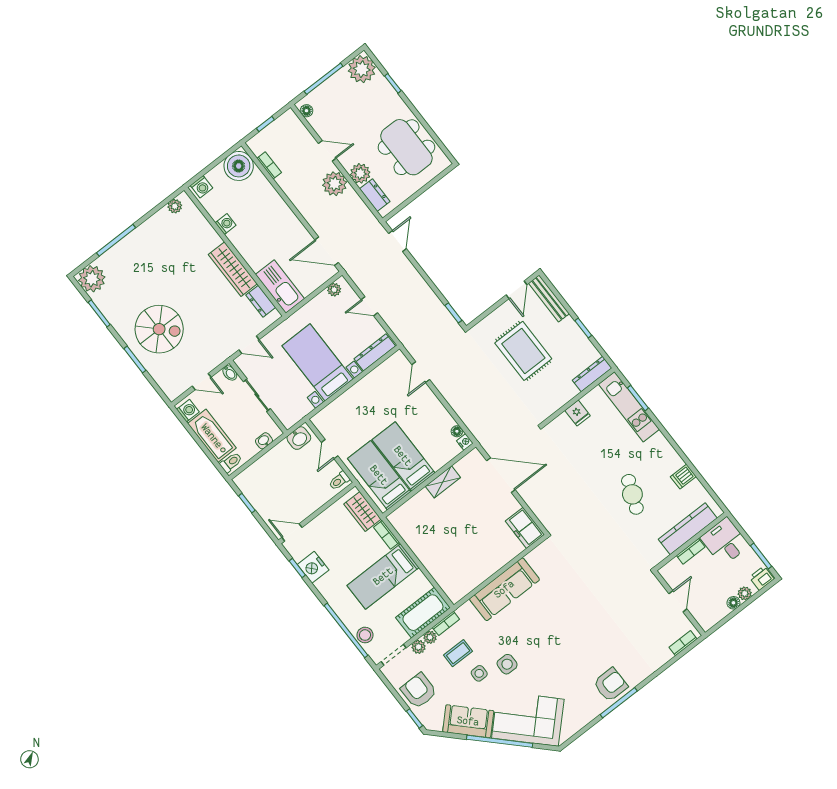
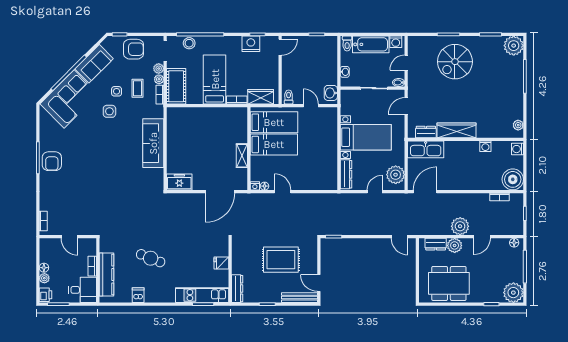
plant: (334, 290) -> (396, 175), width x1.88, depth x1.88
door: (421, 372) -> (283, 192), moved

